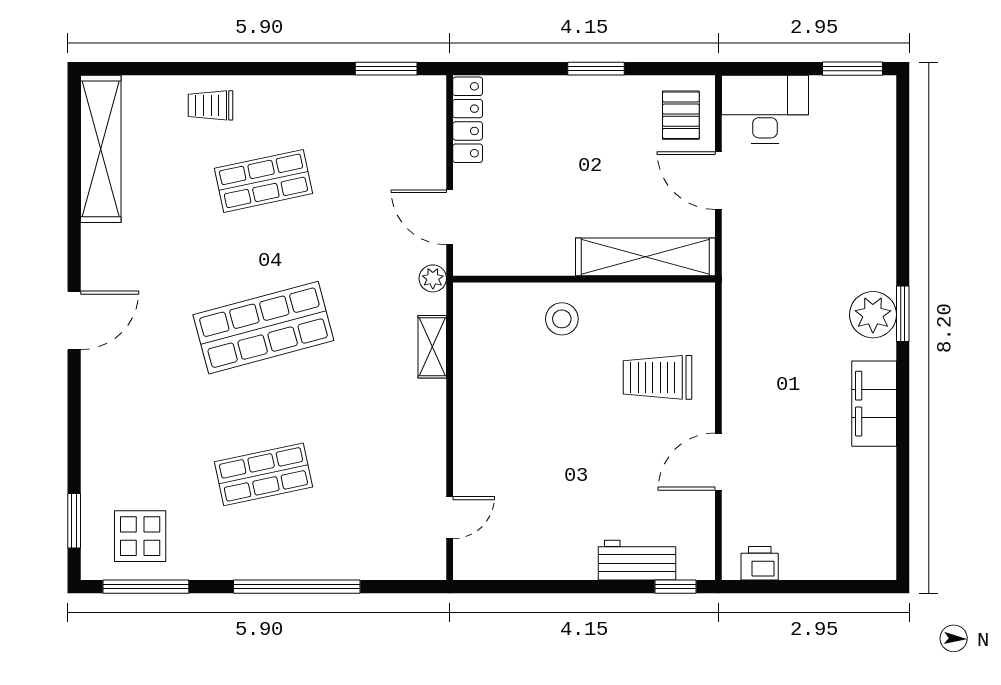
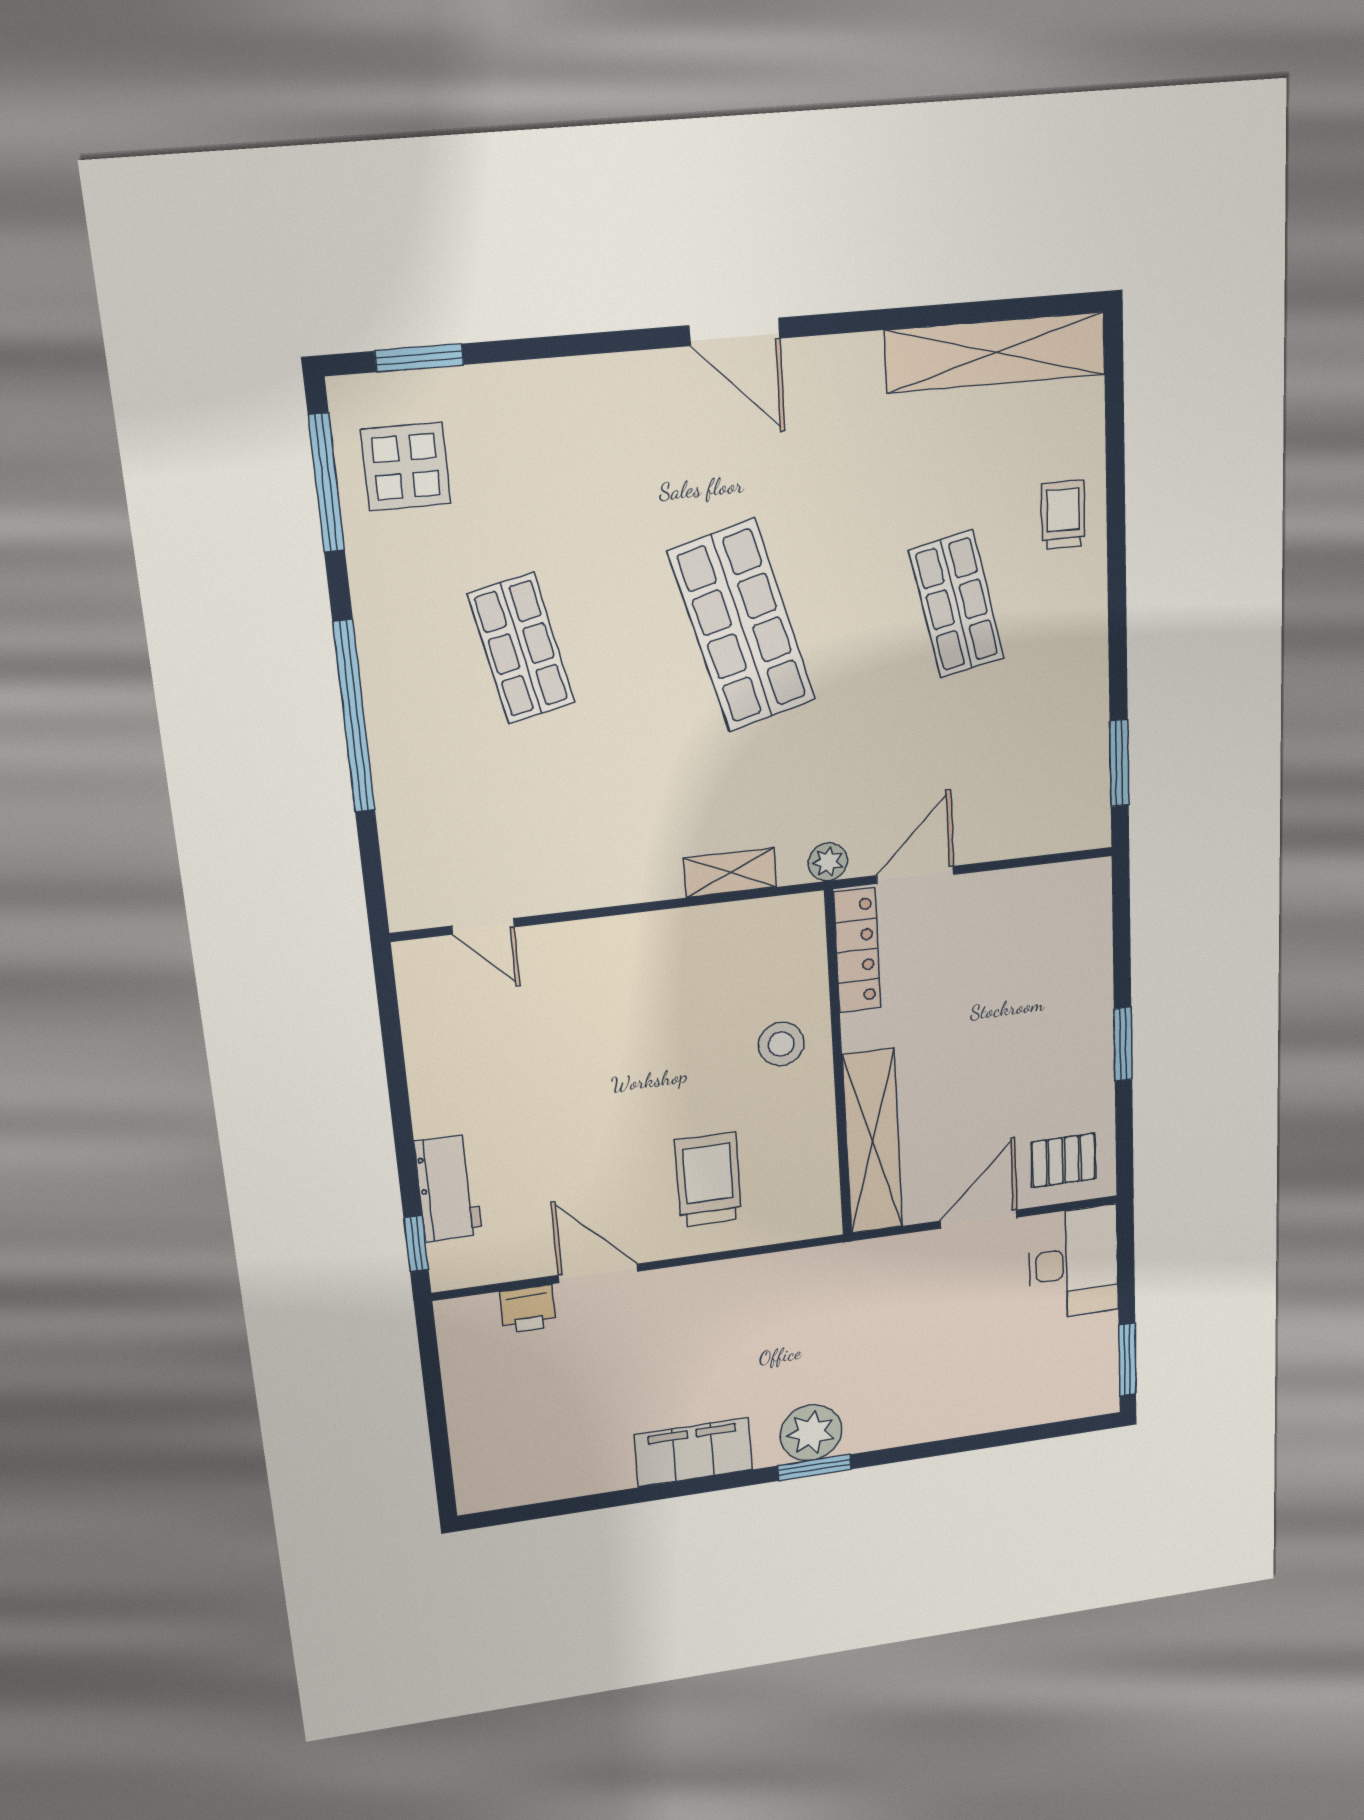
locker: (468, 120) -> (857, 951), moved, turned -90
printer: (760, 563) -> (528, 1309), moved, turned 90

